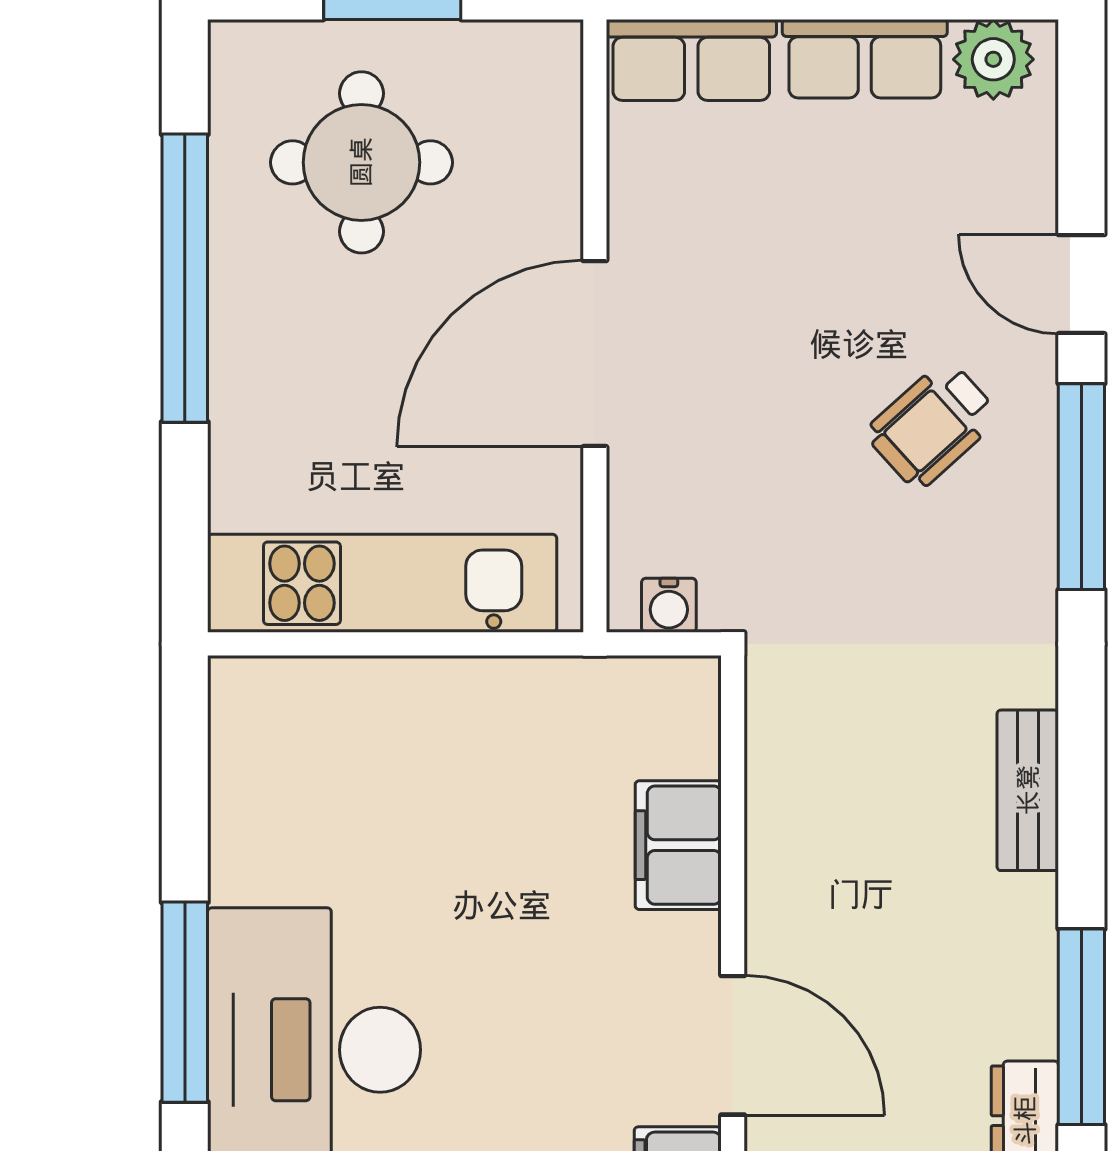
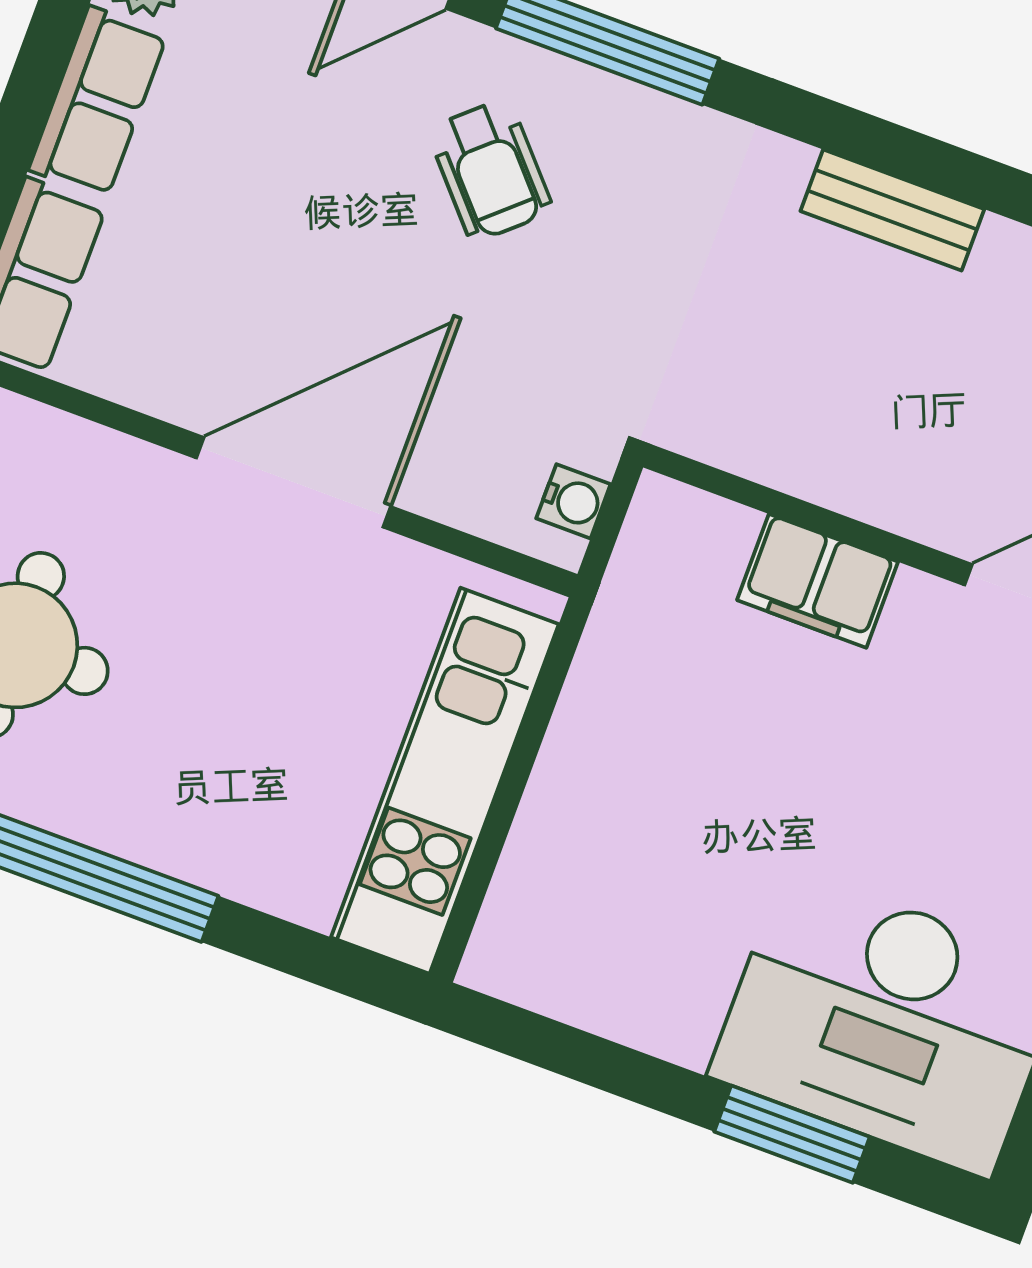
door: (595, 354) -> (294, 482), swing flipped
window: (185, 1002) -> (792, 1134), width x0.69

